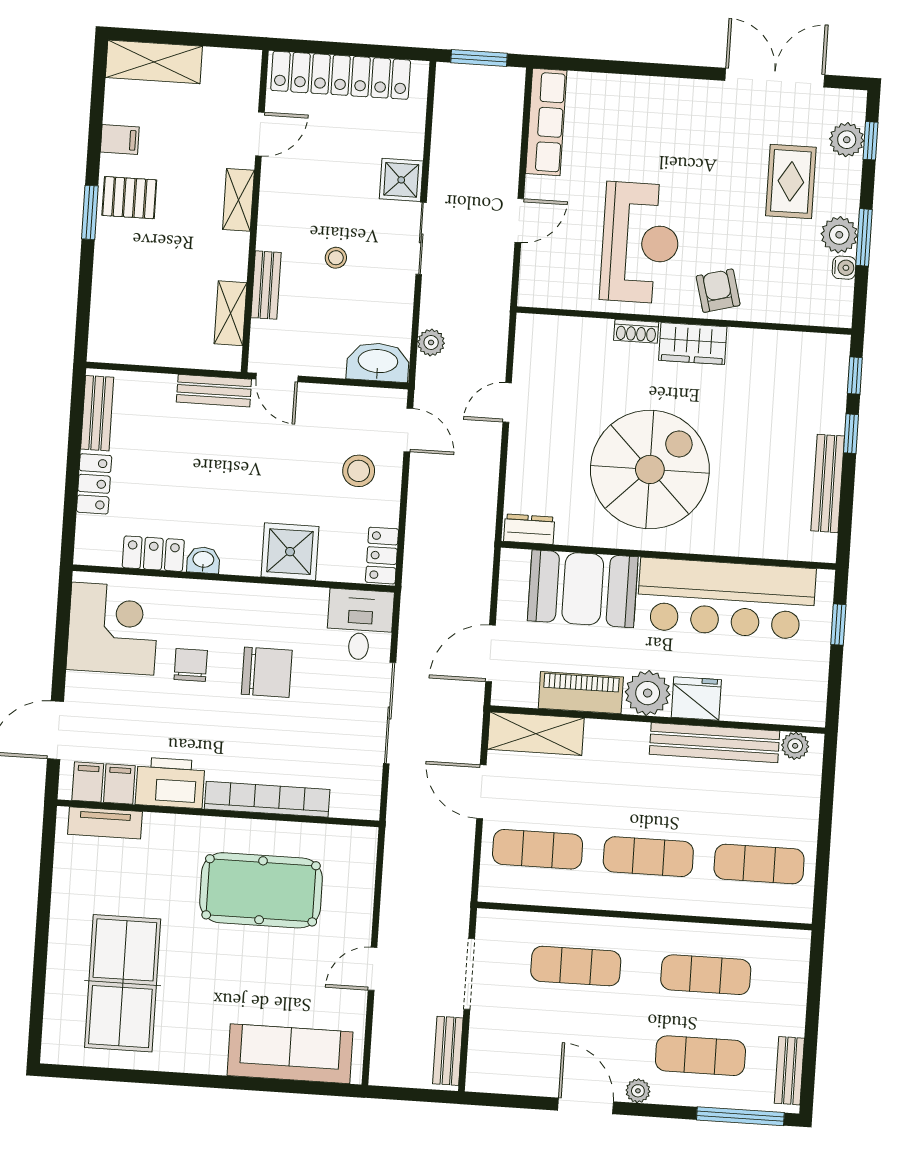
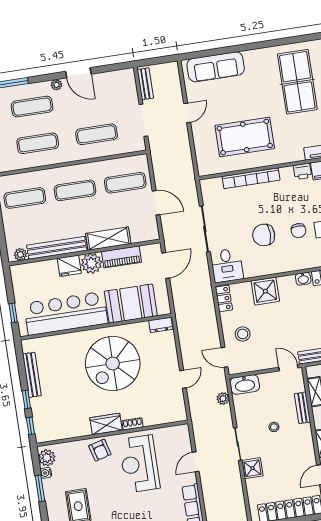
plant: (839, 235) -> (47, 458), moved
shelving: (536, 734) -> (108, 239), moved
printer: (170, 783) -> (302, 171), width x0.53, depth x0.68

